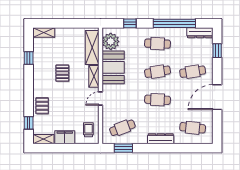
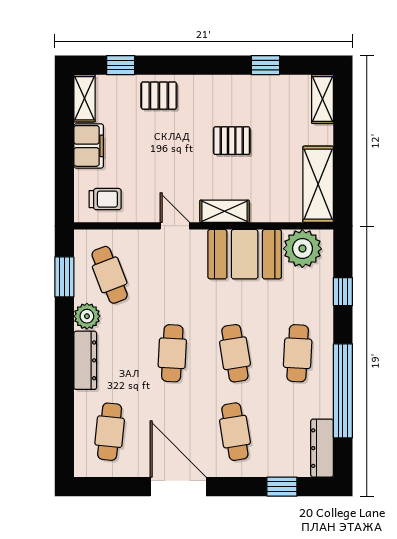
shelving: (92, 47) -> (318, 184), moved, turned 90
plant: (141, 138) -> (87, 316), added

